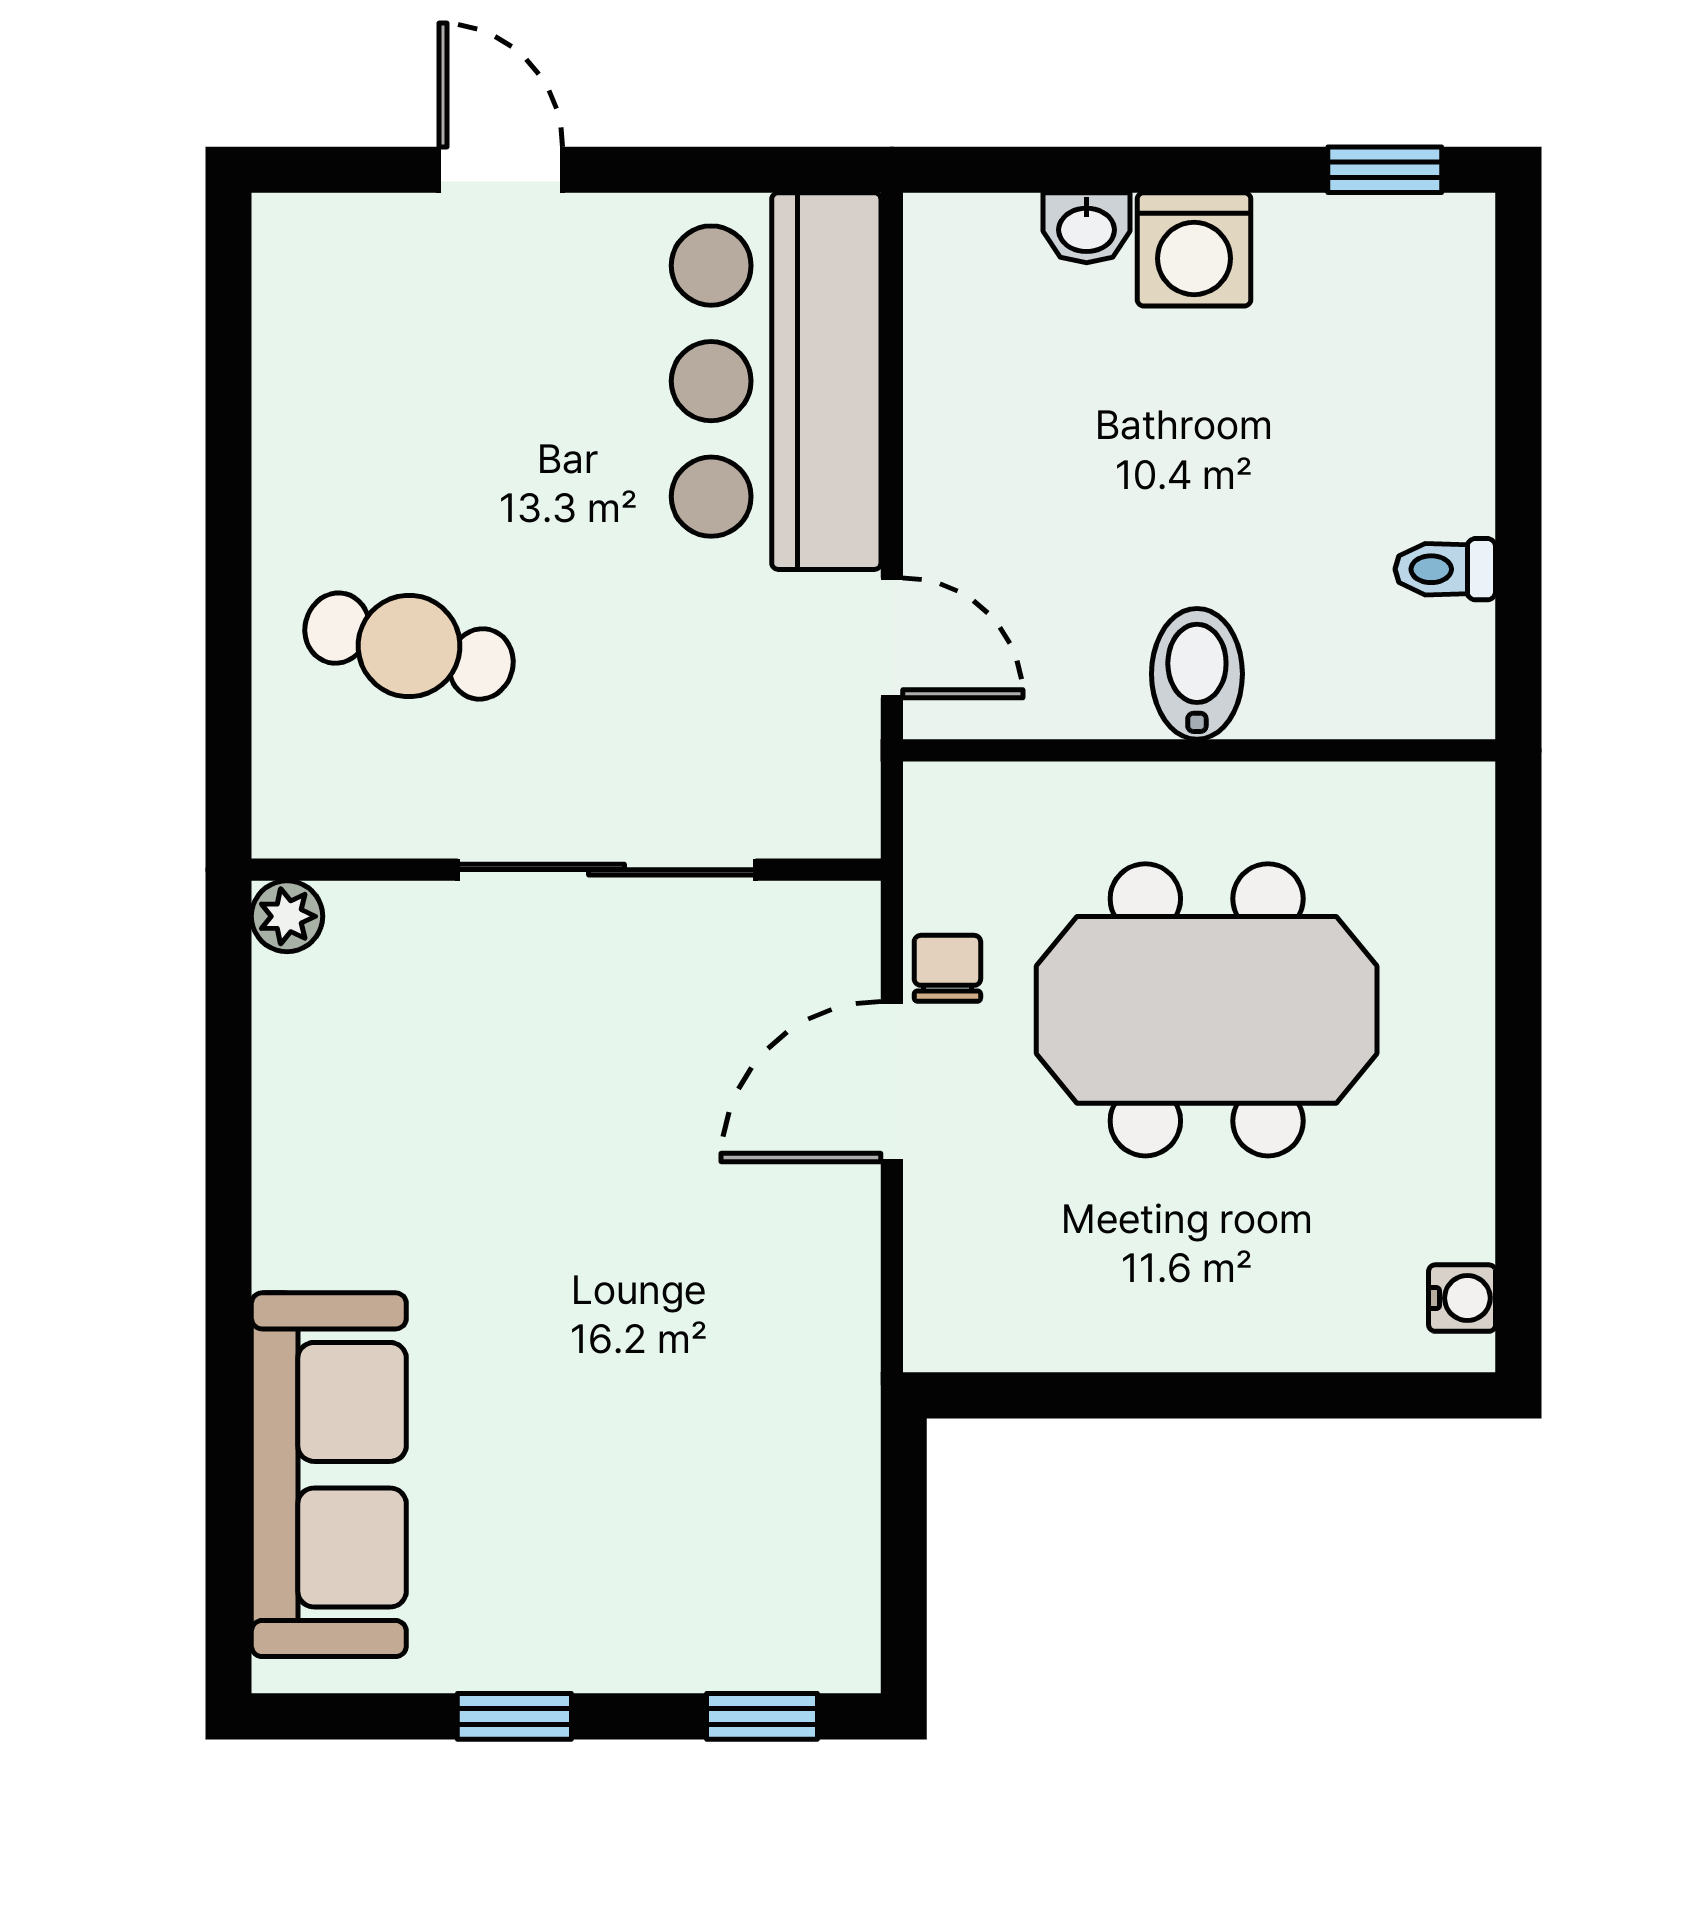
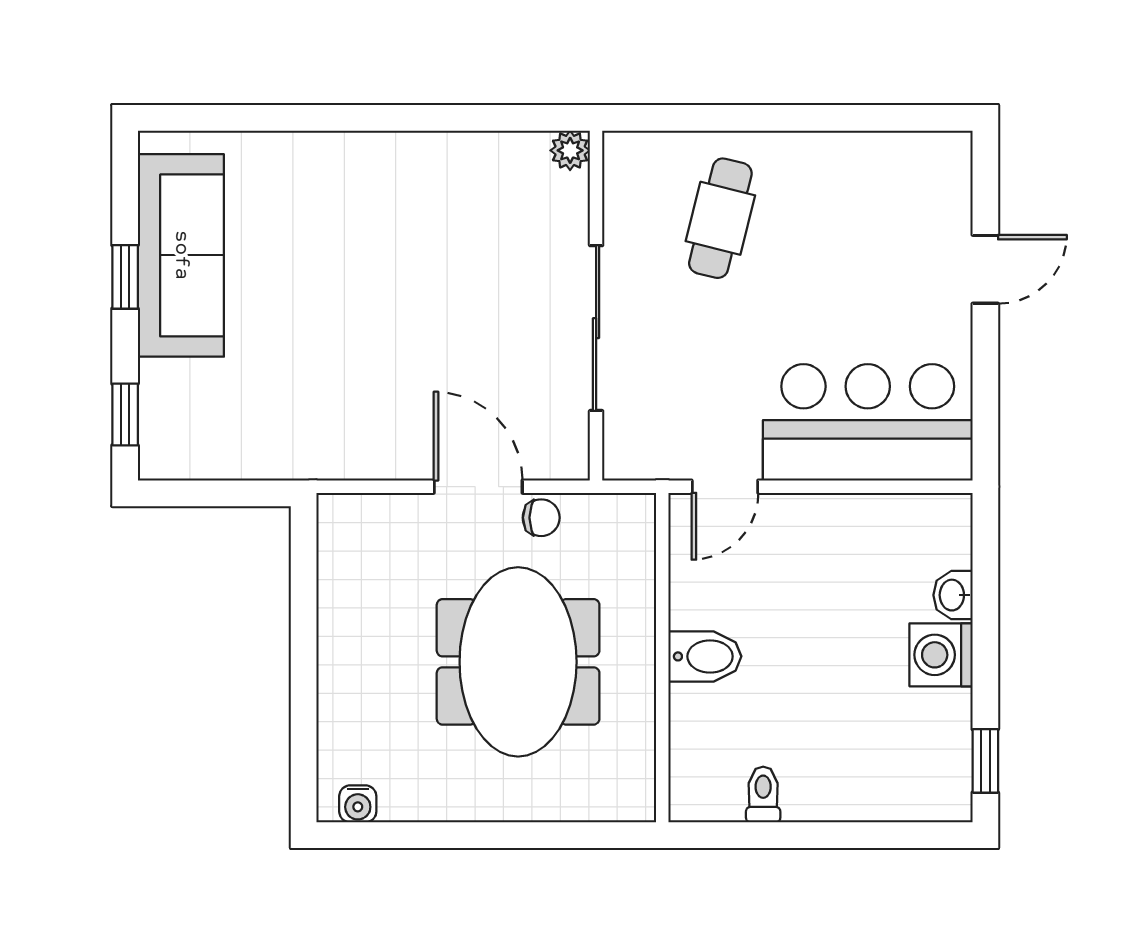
sofa: (329, 1475) -> (181, 255), moved, turned -90

